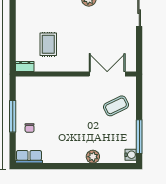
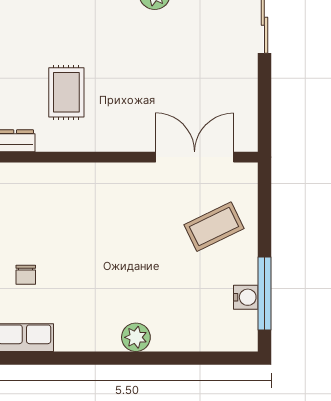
water cooler: (131, 155) -> (246, 297), moved
plant: (93, 157) -> (136, 337), moved

